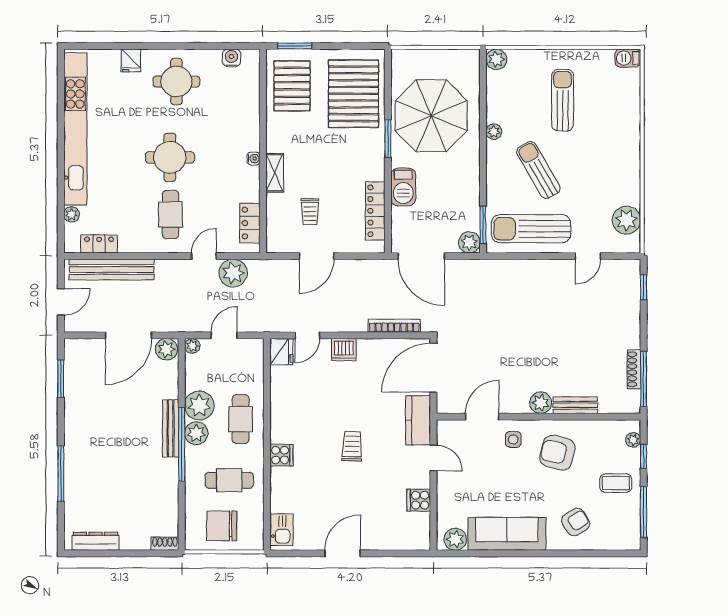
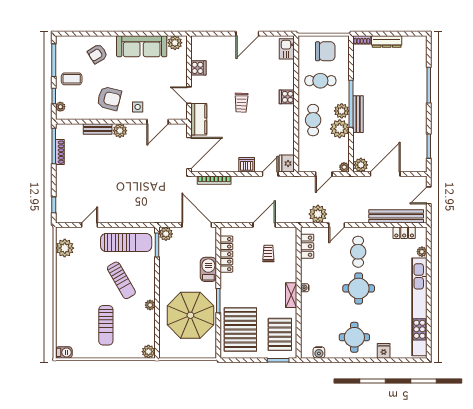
shelving: (275, 173) -> (291, 295), moved
dresser: (95, 541) -> (387, 41), moved

